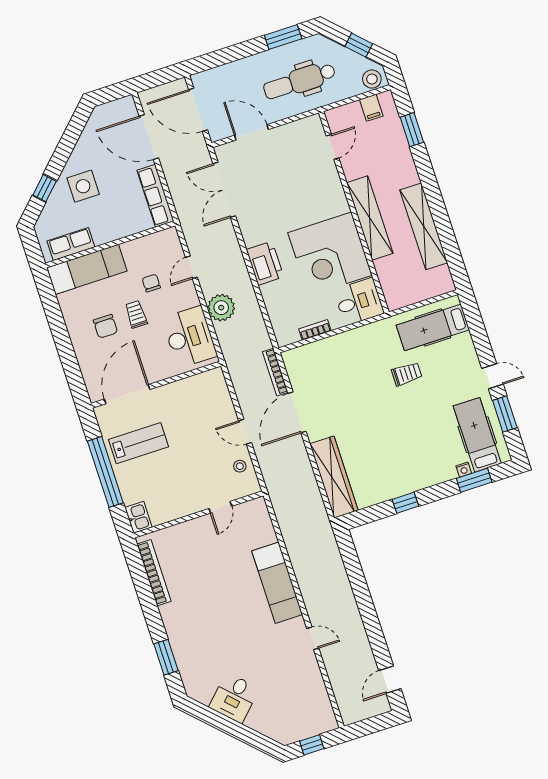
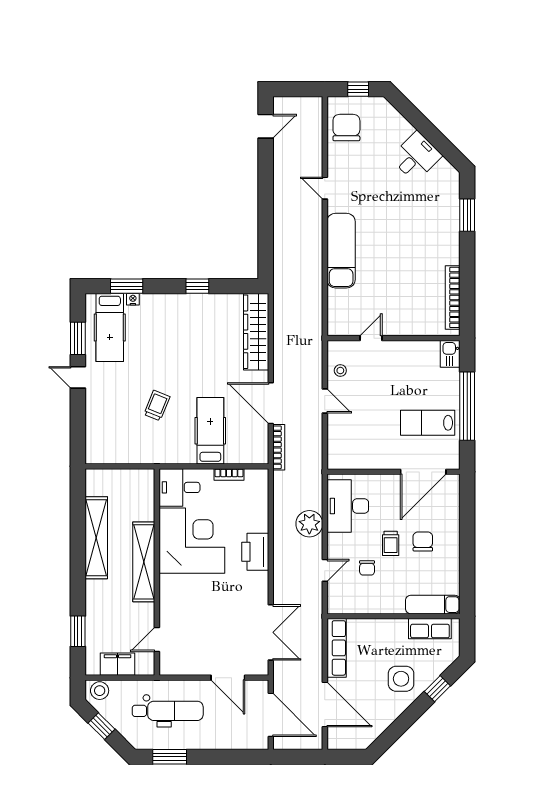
filing cabinet: (371, 108) -> (118, 664), width x2.00
exam couch: (87, 269) -> (433, 605), width x0.73, depth x0.69
hospital bed: (433, 327) -> (210, 431), moved, turned -90
trolley: (407, 374) -> (157, 406), turned 112
door: (297, 412) -> (271, 403), swing flipped
chair: (311, 704) -> (346, 128), added

